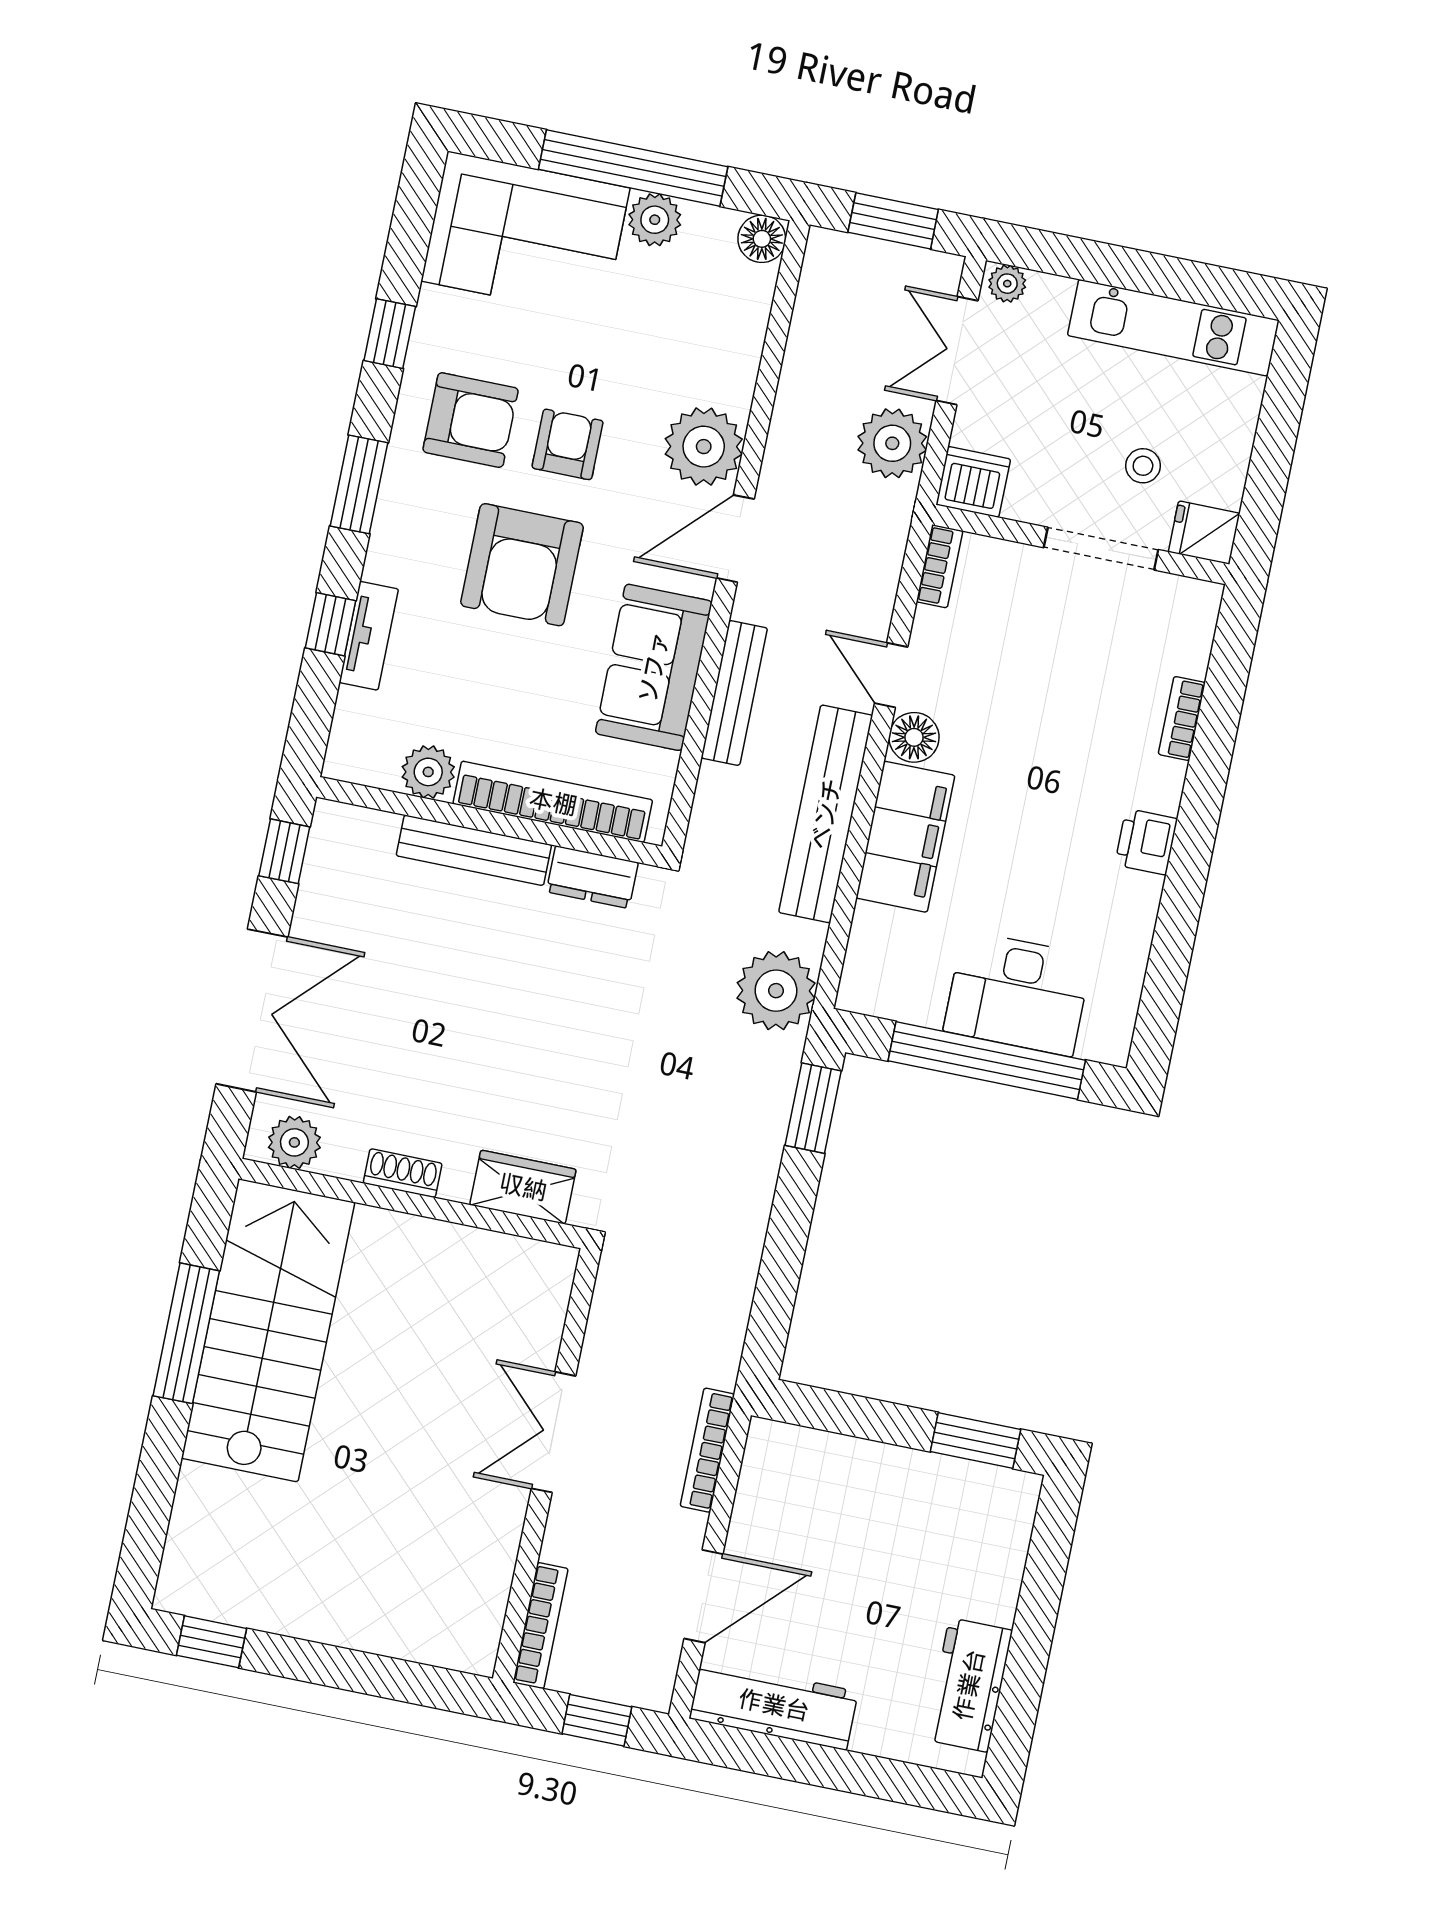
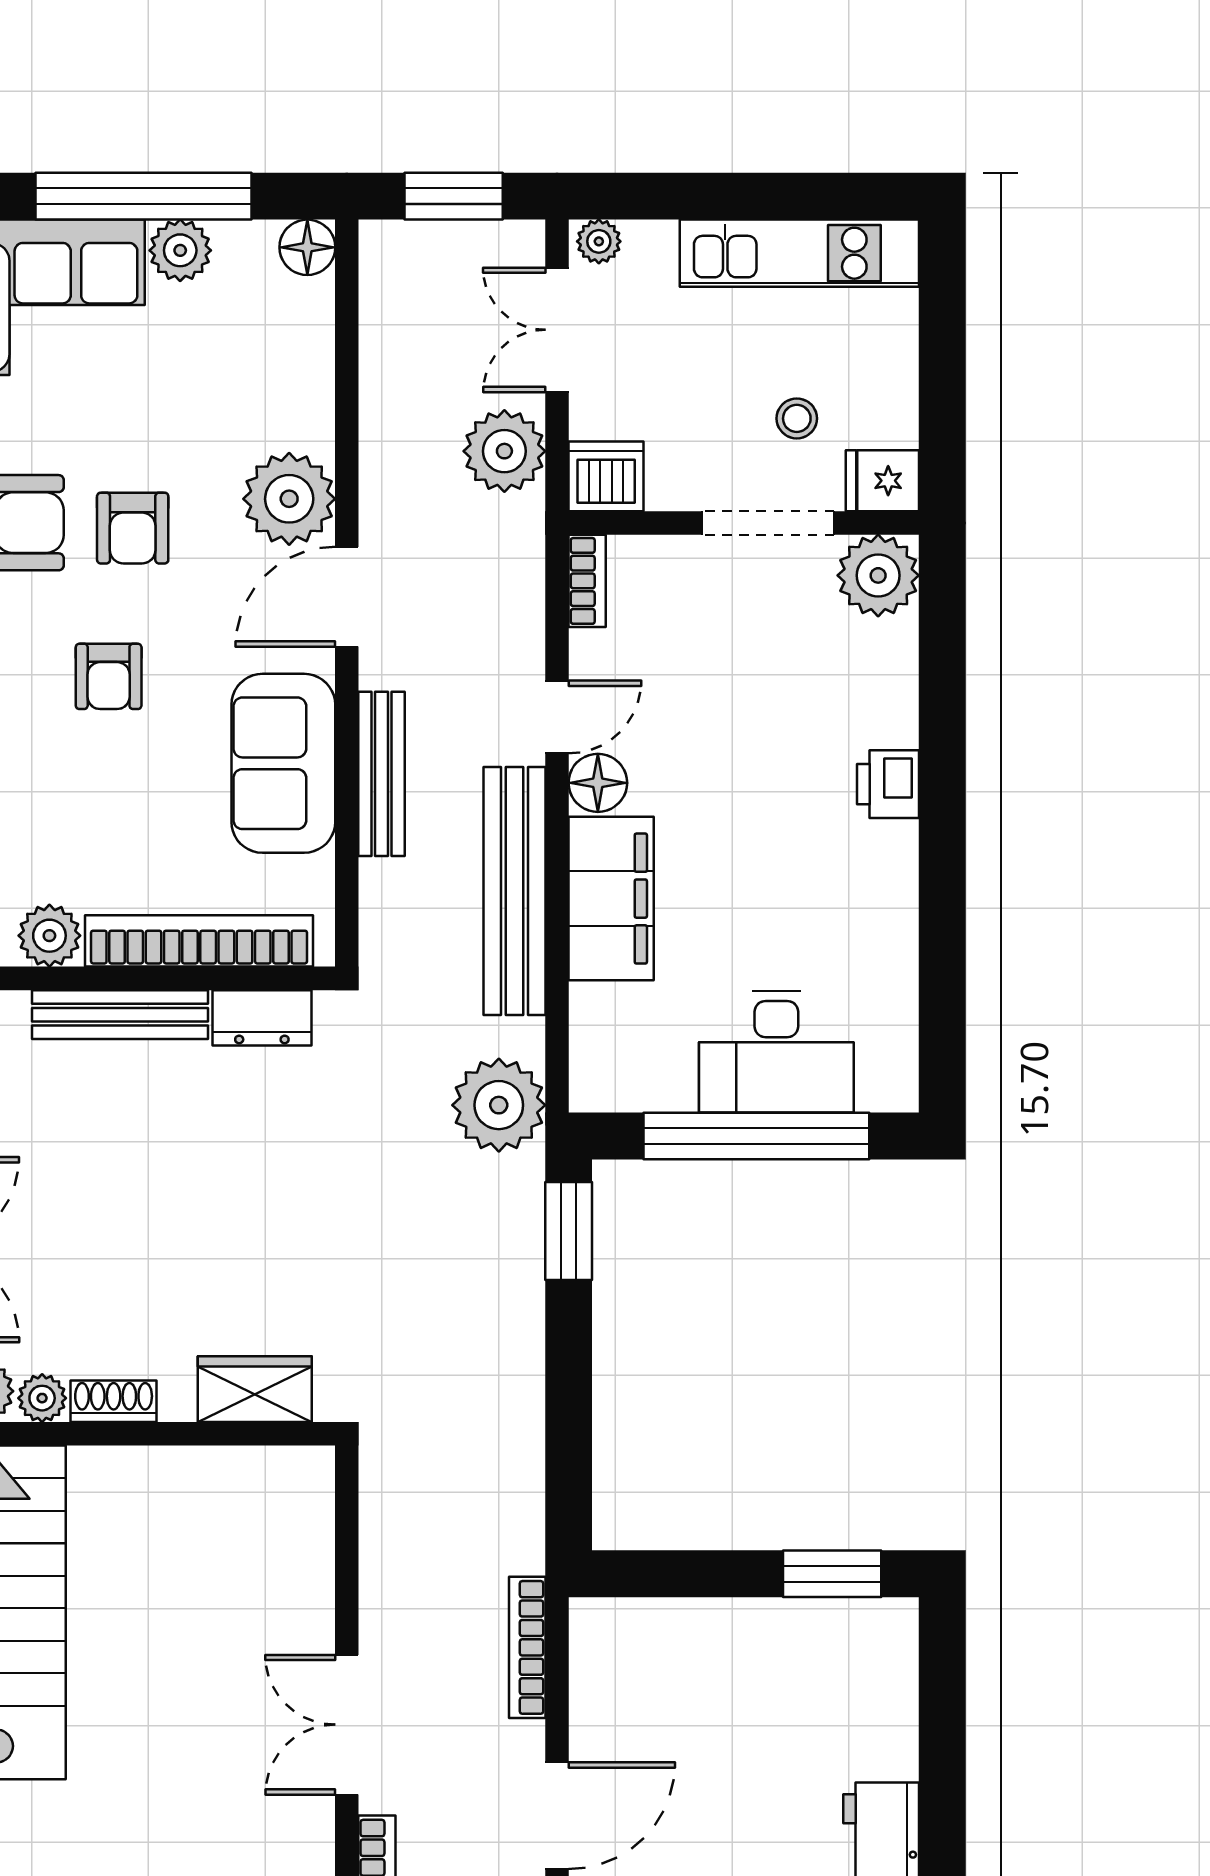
armchair: (568, 444) -> (133, 528), turned 180
armchair: (522, 565) -> (109, 676), width x0.53, depth x0.53
plant: (1184, 611) -> (878, 575), added
door: (891, 675) -> (557, 717), swing flipped
bookcase: (1182, 718) -> (900, 699), removed
printer: (1146, 842) -> (888, 784), moved
plant: (343, 1158) -> (42, 1398), added
double door: (554, 1432) -> (347, 1725), moved

